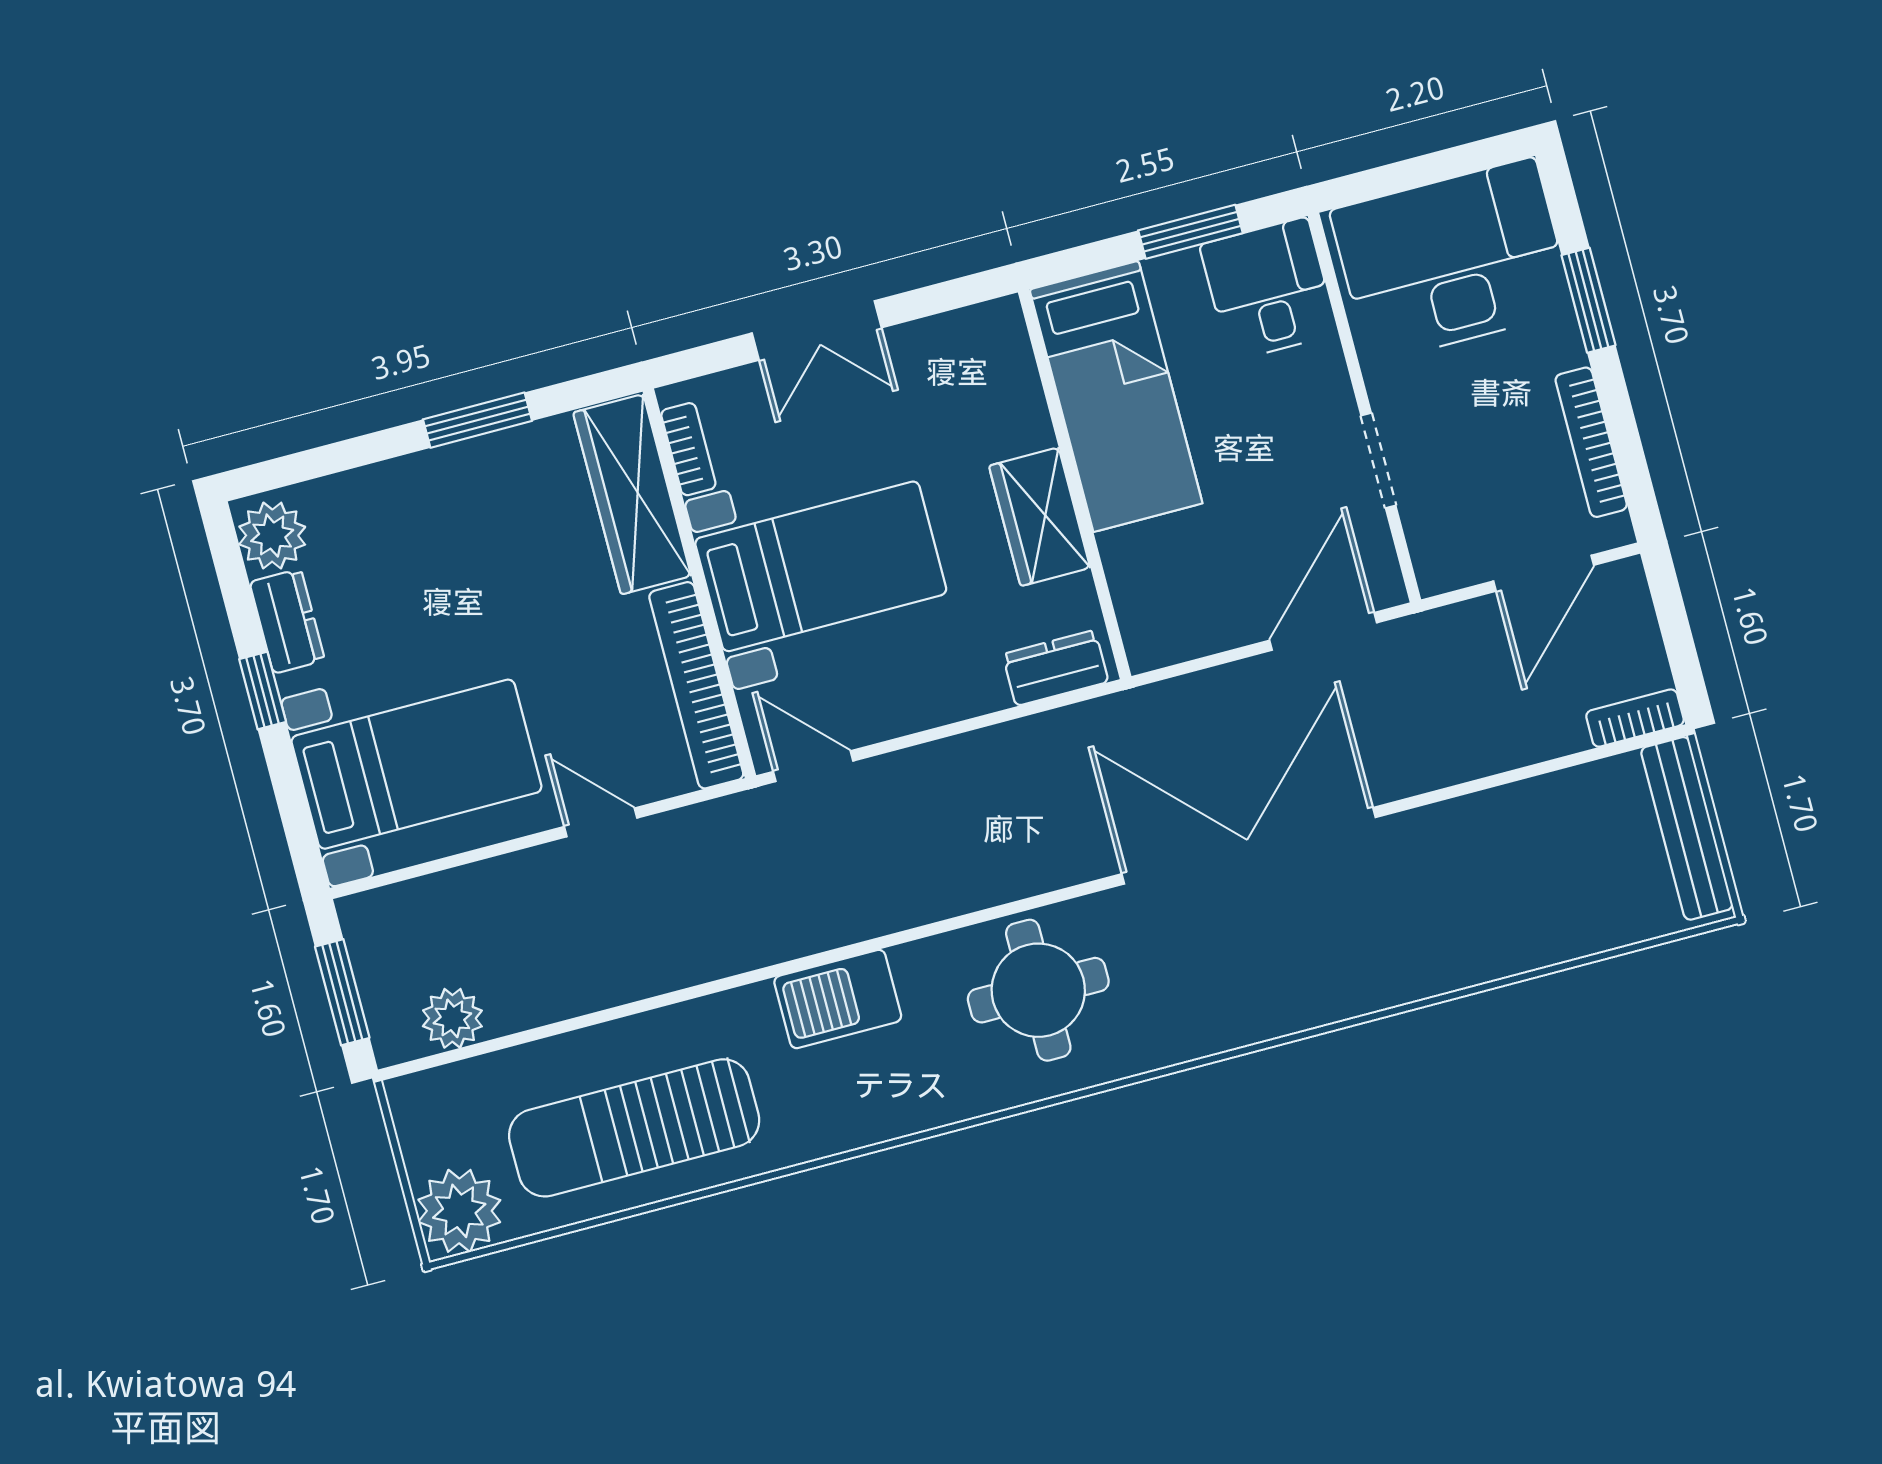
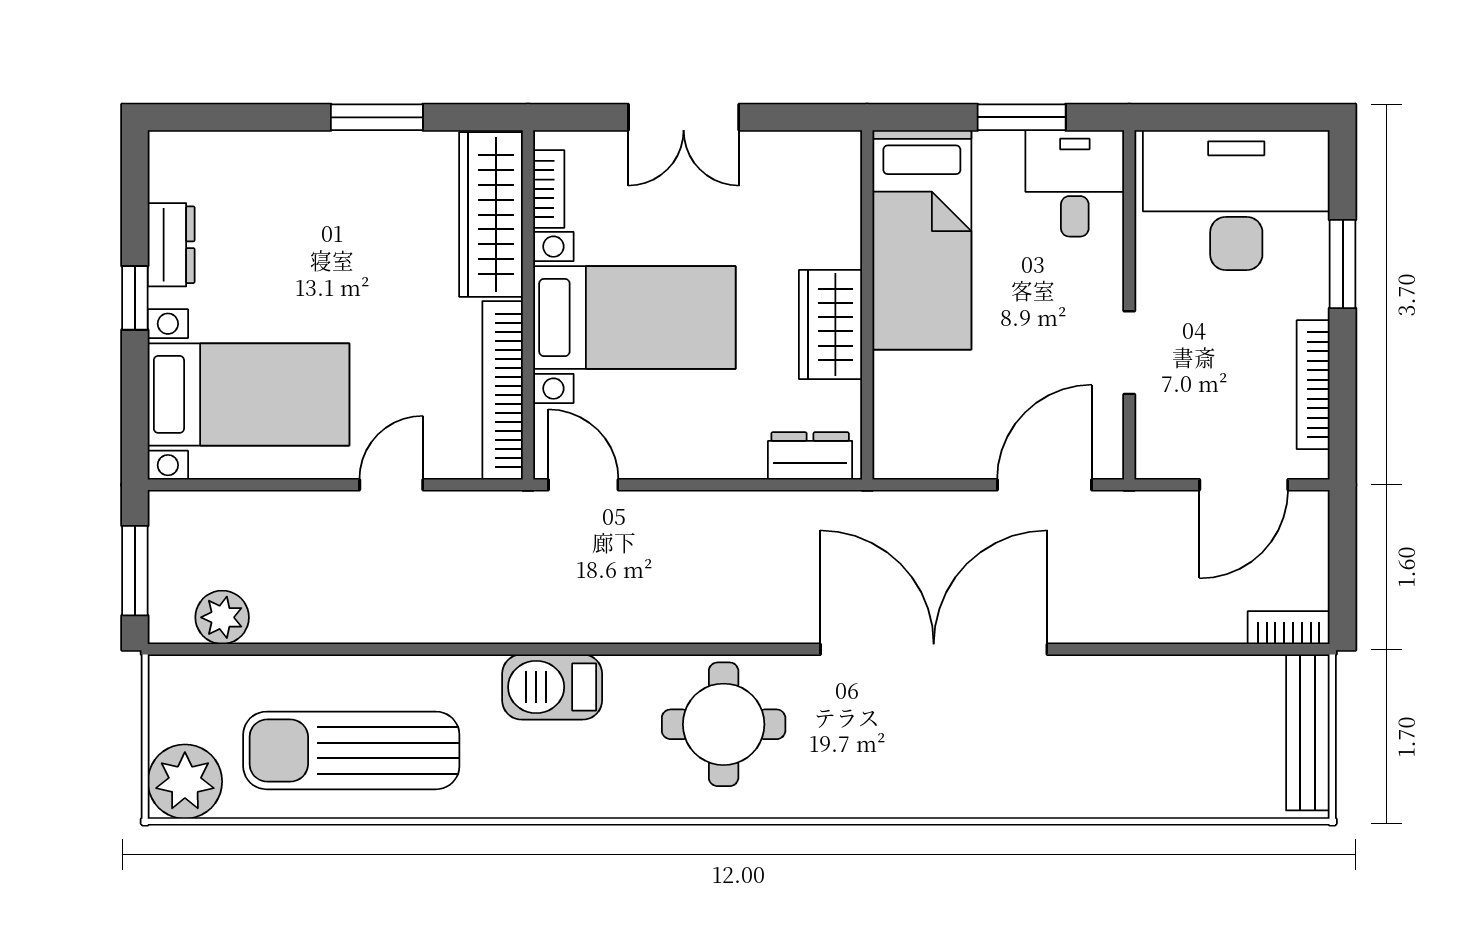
plant: (272, 536) -> (178, 169), removed
door: (601, 822) -> (391, 485), hinge flipped

